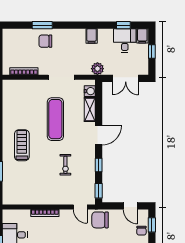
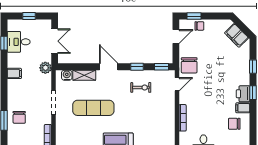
filing cabinet: (142, 36) -> (14, 25), removed
exercise bike: (65, 165) -> (141, 87), moved

